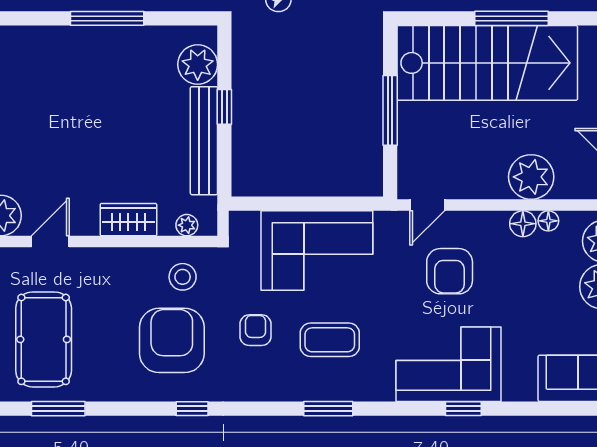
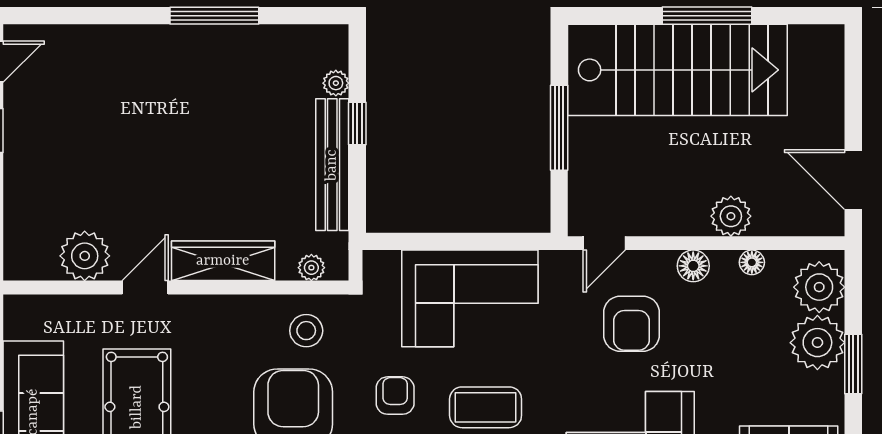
plant: (198, 64) -> (336, 83), width x0.53, depth x0.53
plant: (531, 177) -> (731, 216), width x0.73, depth x0.73
wardrobe: (128, 220) -> (223, 261), width x1.50
floor lamp: (523, 224) -> (693, 266), moved

